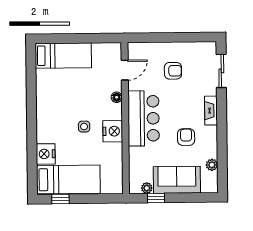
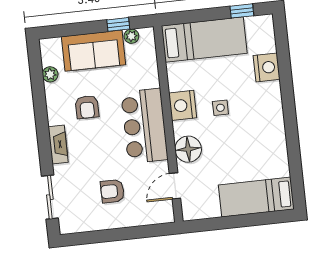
floor lamp: (117, 97) -> (188, 149), width x1.89, depth x1.89
bed: (68, 179) -> (204, 40), moved, turned 180

